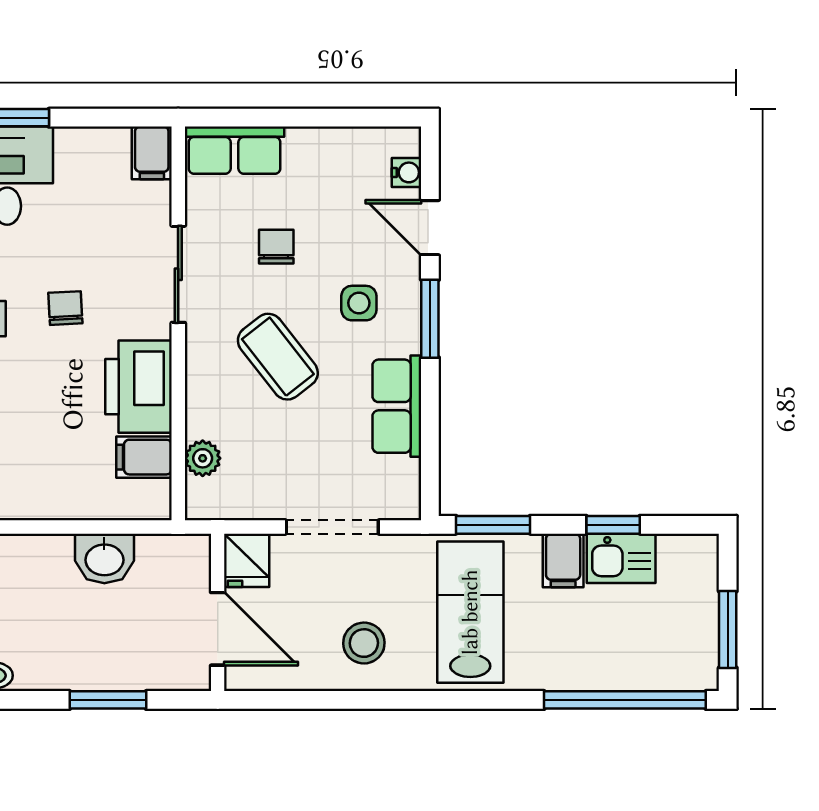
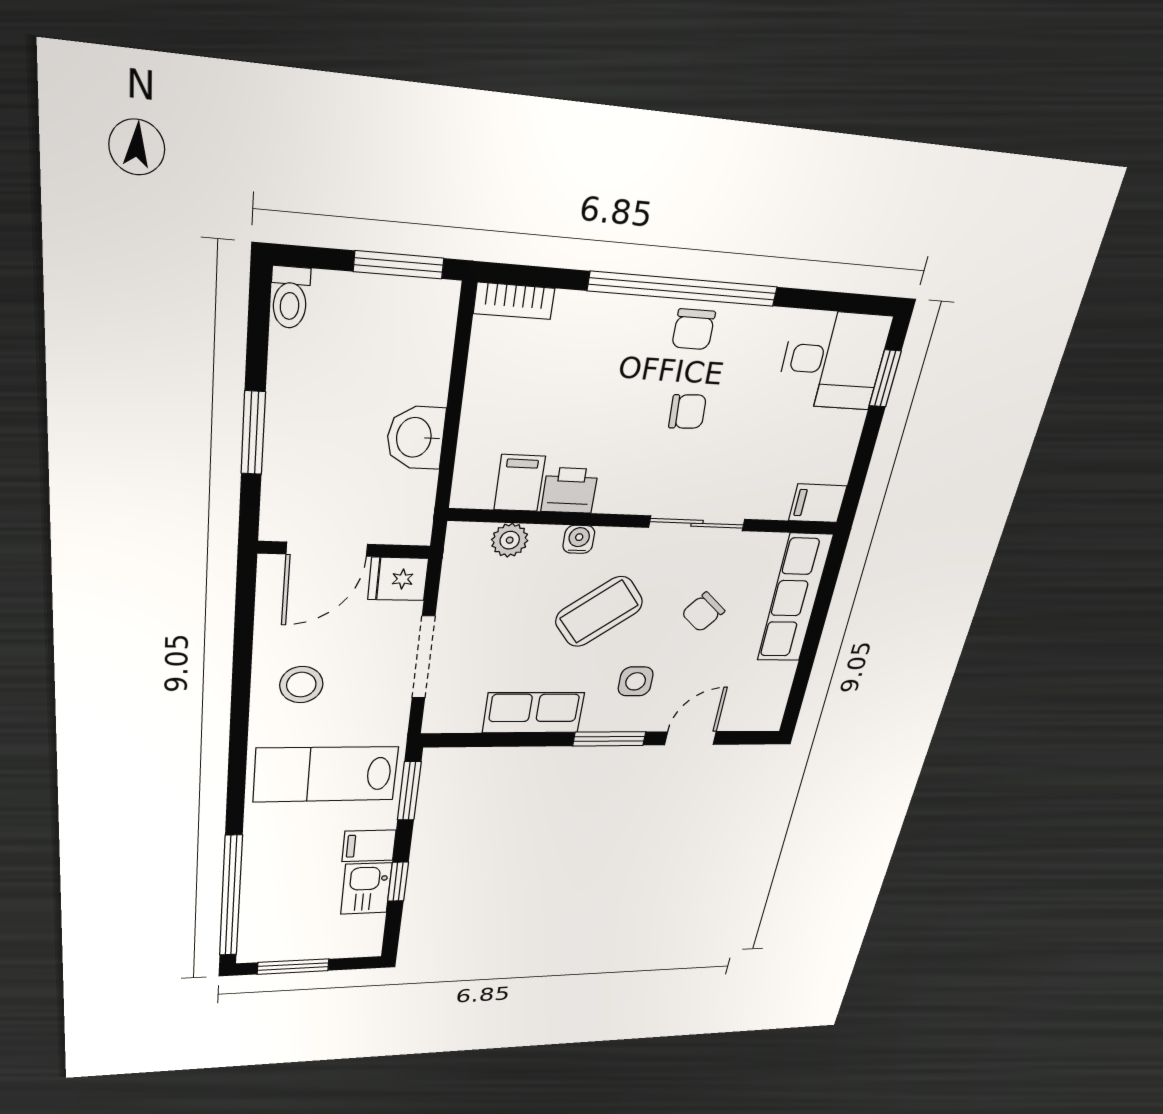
row of seats: (235, 150) -> (795, 598), width x1.48
water cooler: (407, 172) -> (579, 539), moved, turned 180
chair: (276, 247) -> (703, 612), turned 131
printer: (138, 387) -> (569, 490), width x0.53, depth x0.68
lab bench: (470, 612) -> (326, 774), turned 180

